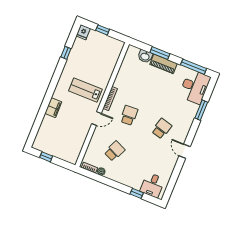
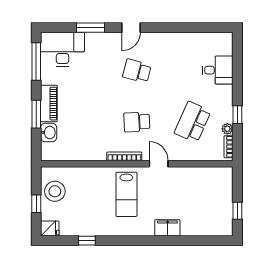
stool: (106, 45) -> (55, 191), added
school desk: (115, 151) -> (193, 122), width x1.85
door: (185, 151) -> (131, 28), moved
desk: (152, 185) -> (218, 70), moved
window: (137, 193) -> (237, 115), moved

